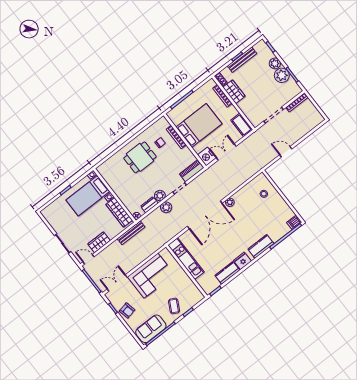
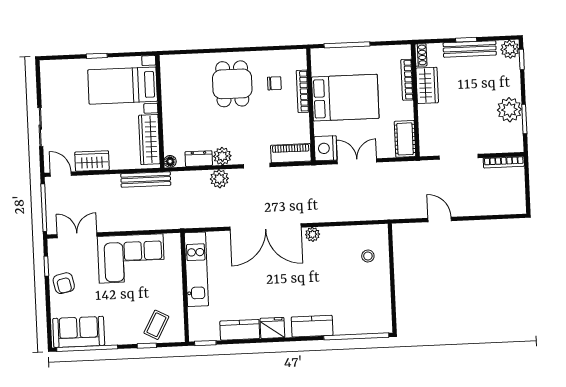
plant: (275, 63) -> (510, 49), moved
dining table: (140, 157) -> (232, 84), turned 90
dishwasher: (294, 222) -> (382, 325), removed
coffee table: (174, 306) -> (156, 325), moved

